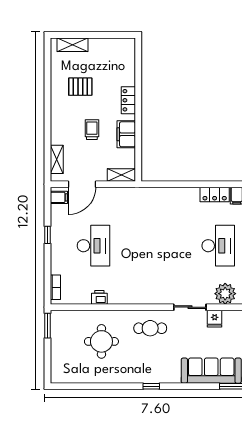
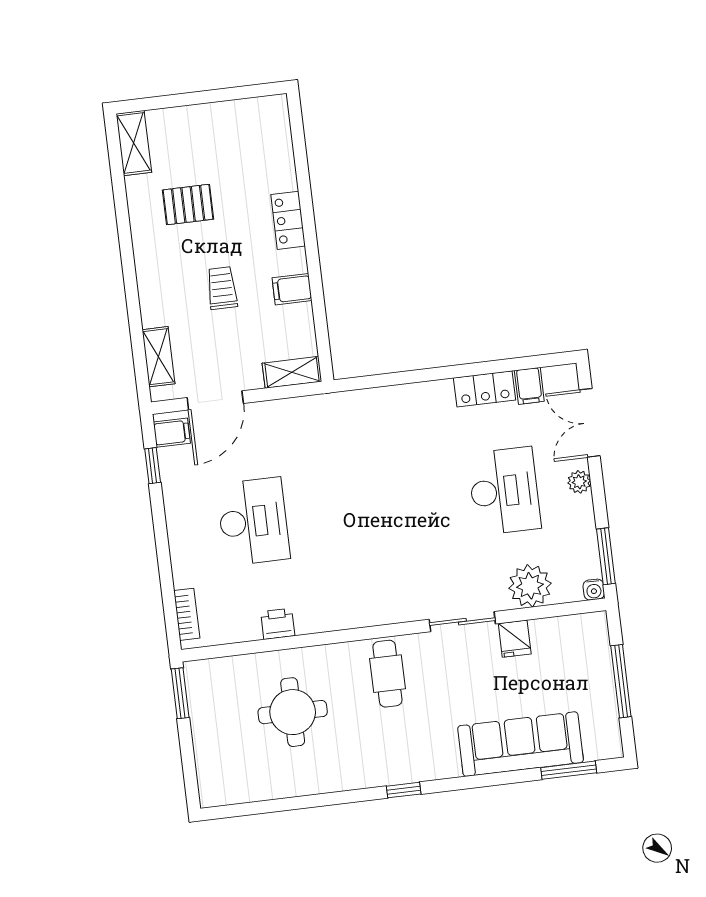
shelving: (73, 45) -> (134, 143), moved, turned 90
filing cabinet: (126, 134) -> (292, 289), width x0.50
window: (47, 235) -> (153, 466), moved
cafe table: (150, 328) -> (387, 674), turned 90

